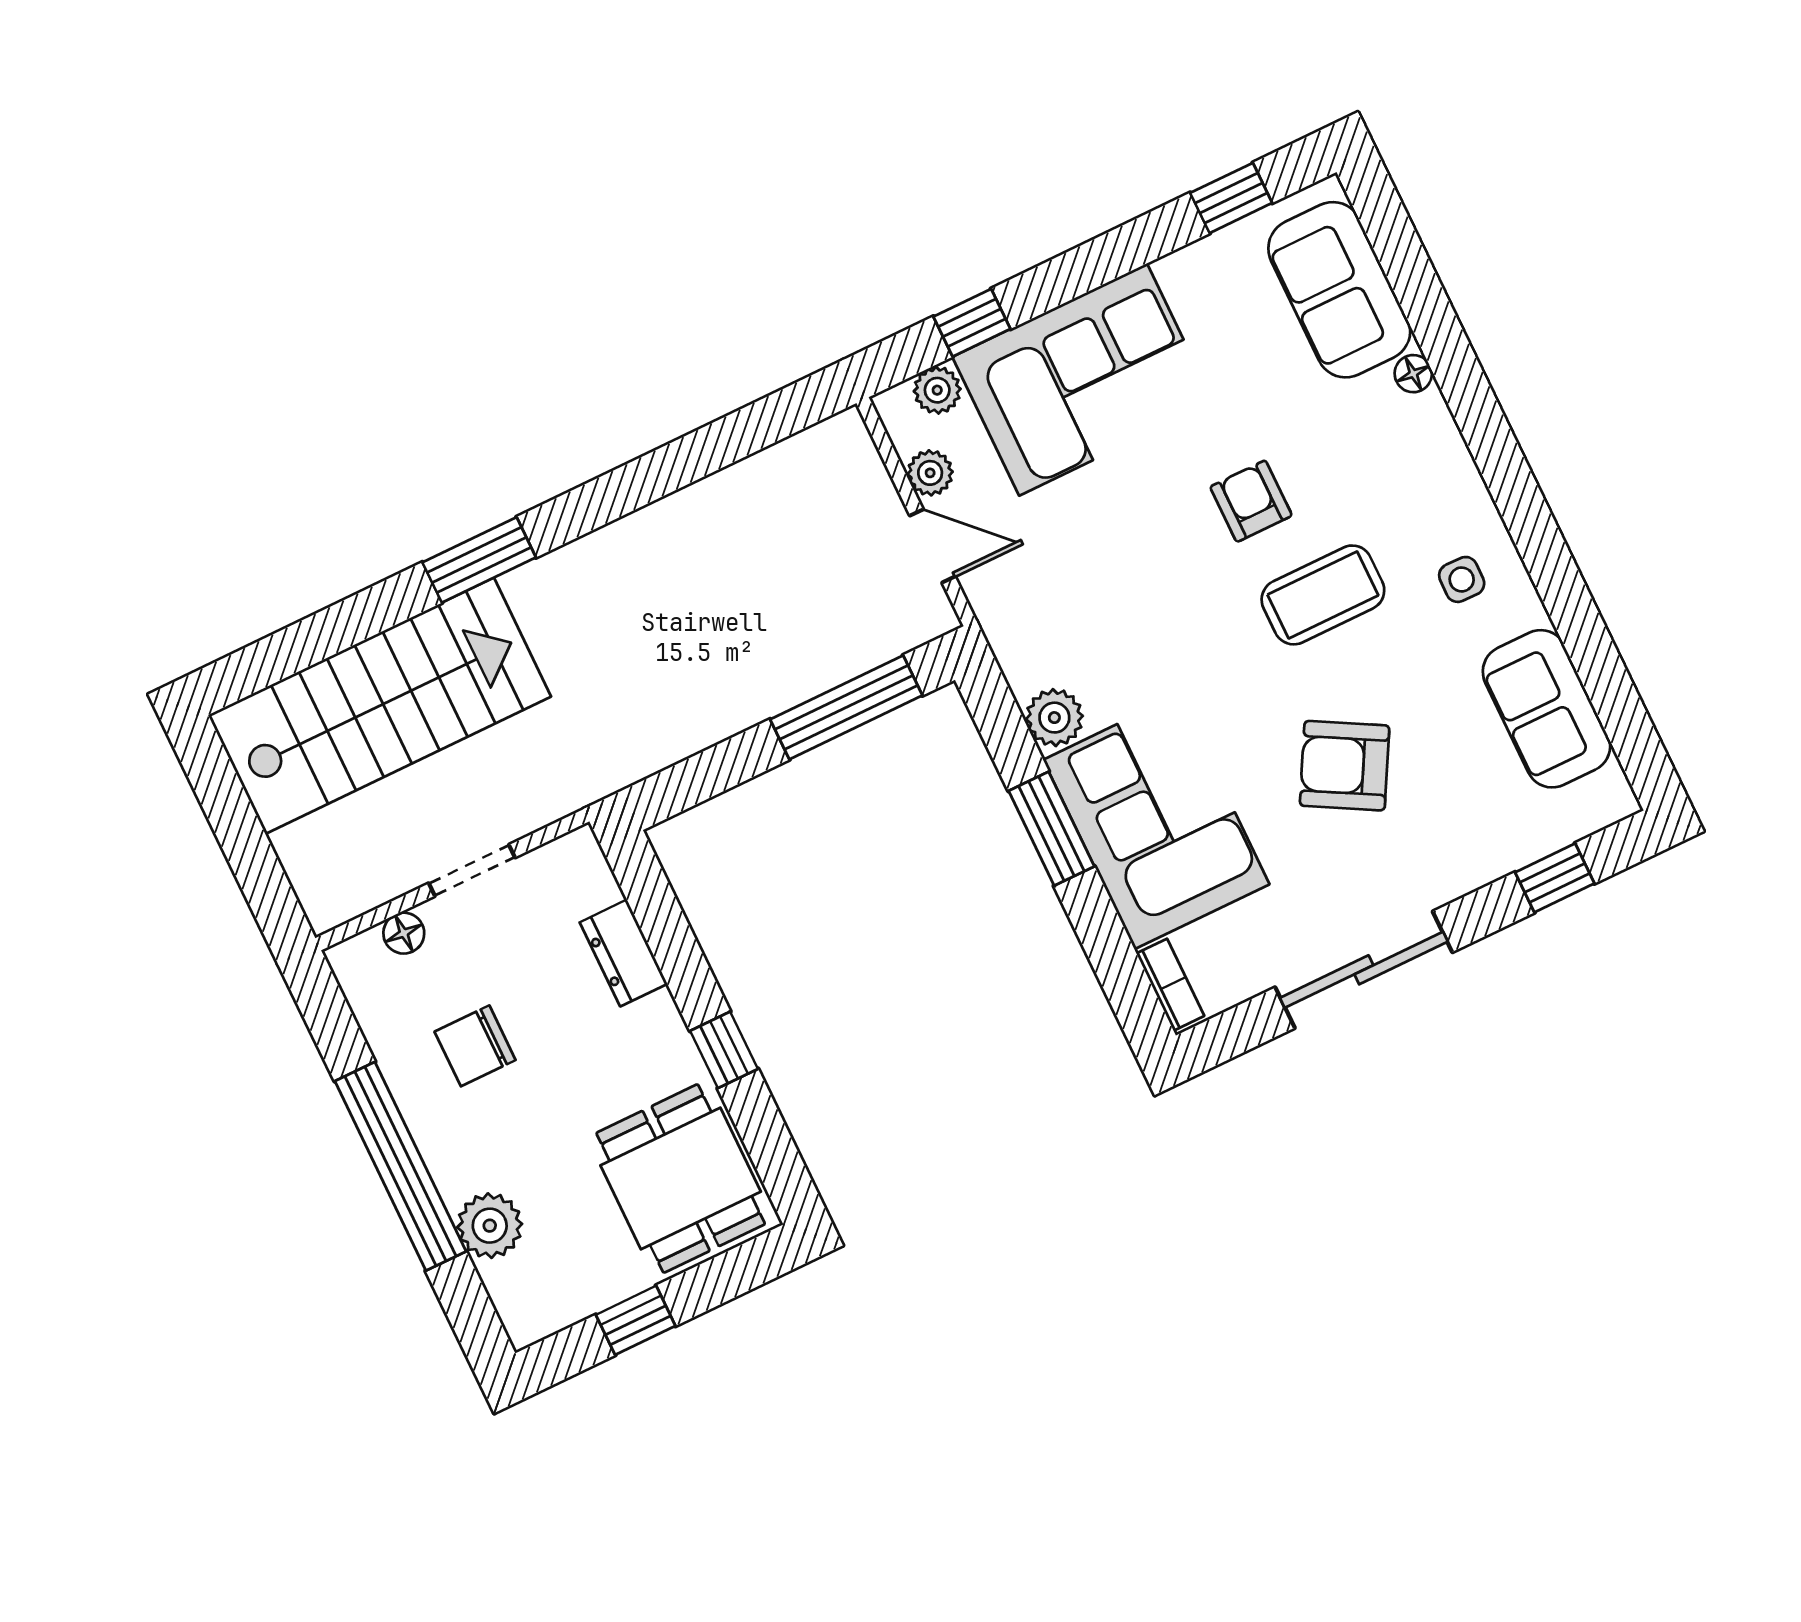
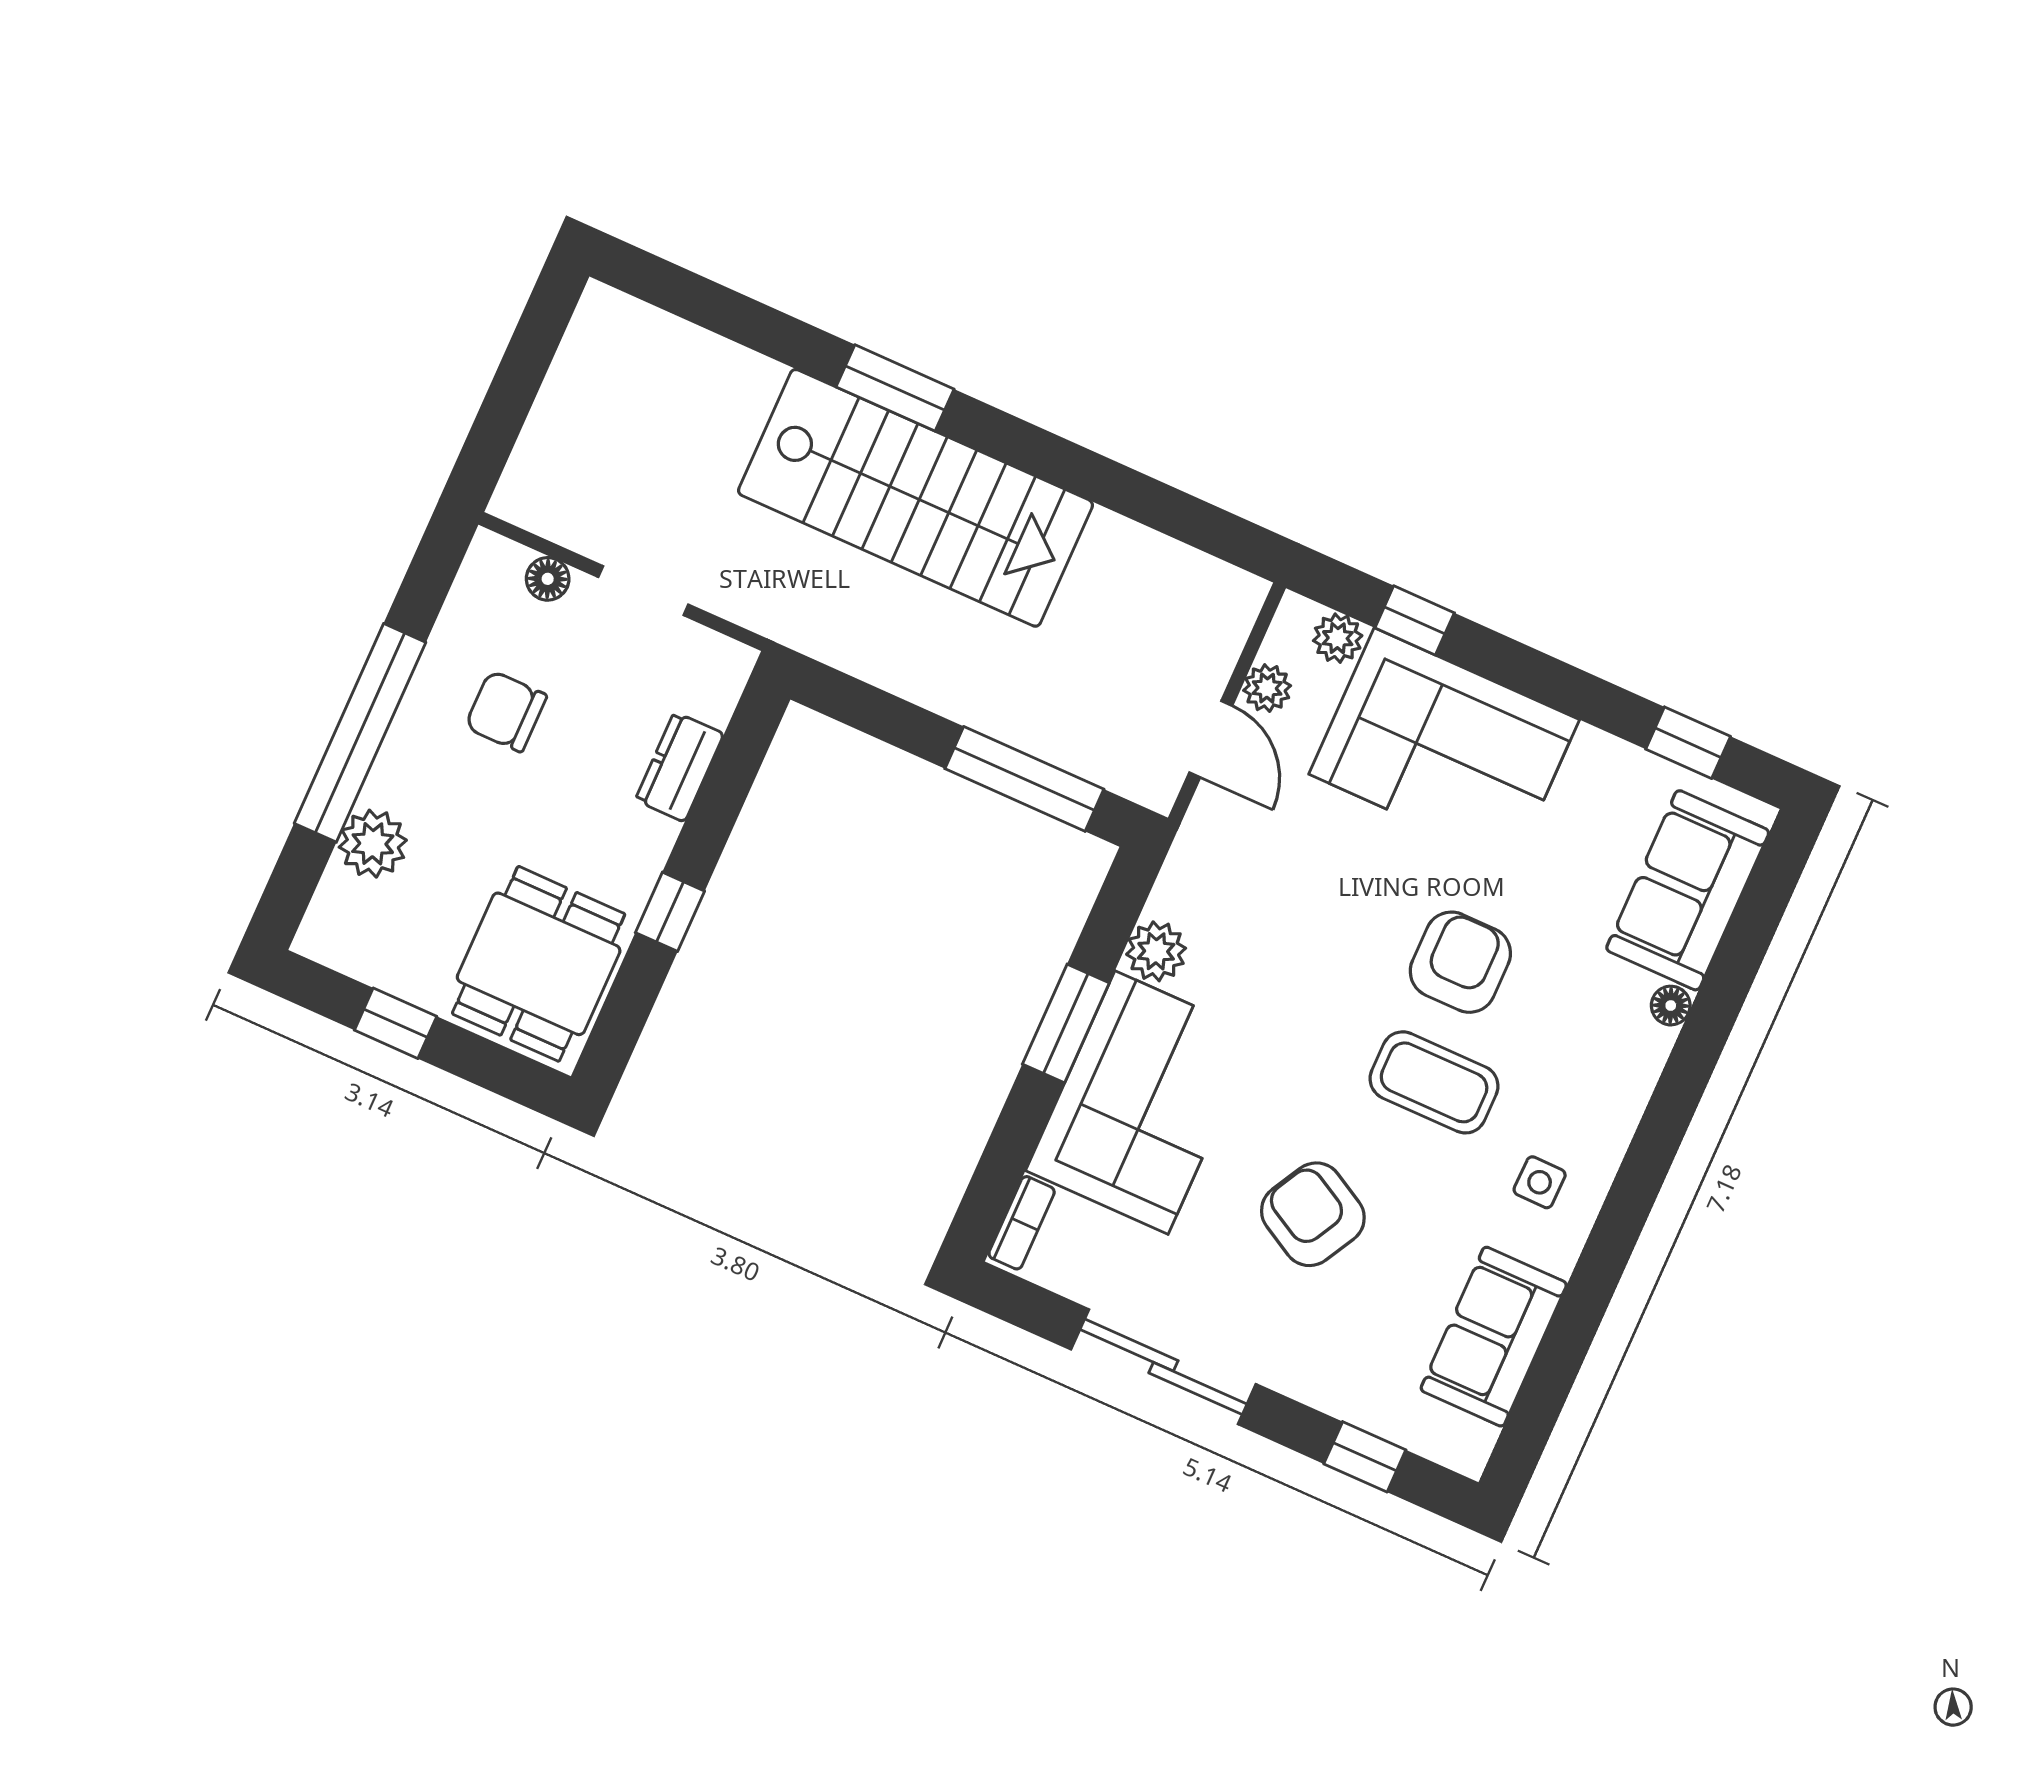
armchair: (1251, 501) -> (1460, 962), width x1.38, depth x1.38
stairs: (380, 706) -> (915, 498), moved

